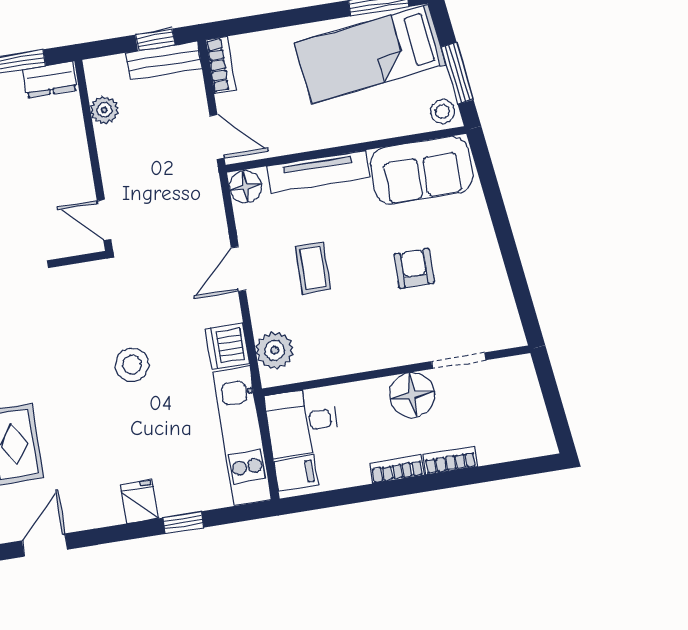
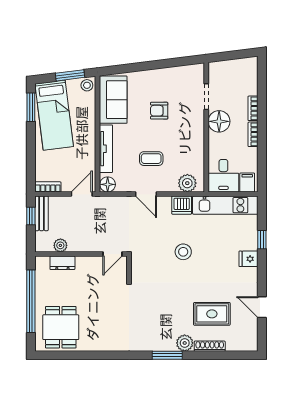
dresser: (50, 80) -> (62, 263), moved, turned 90

